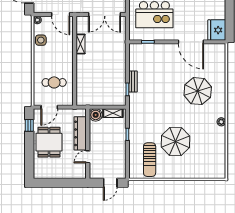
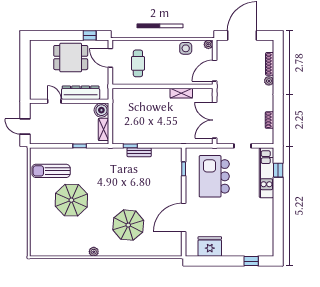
fridge: (217, 30) -> (210, 247), moved

